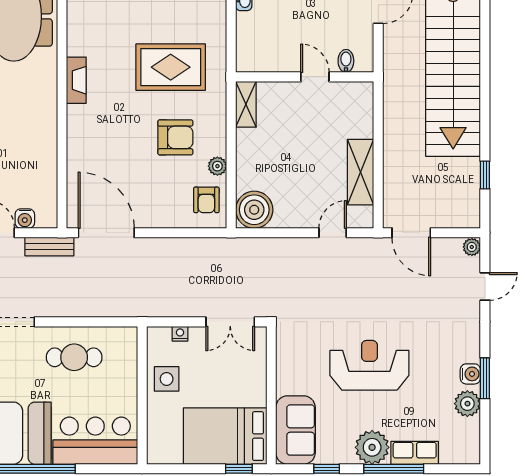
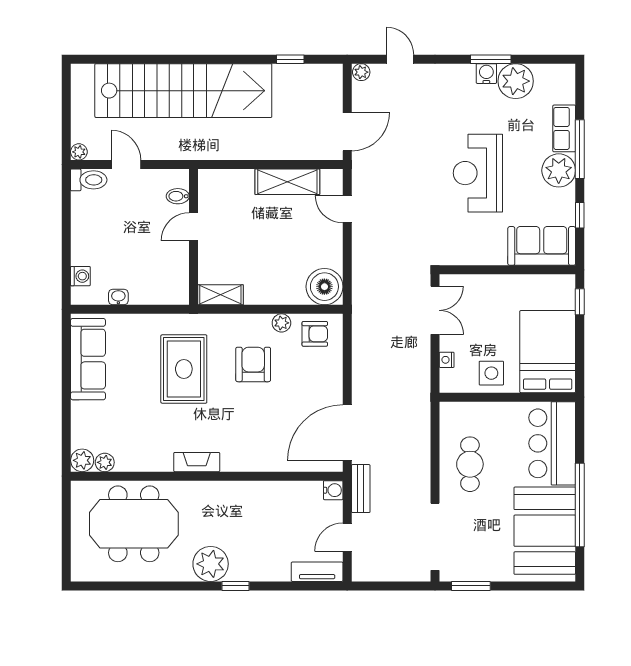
water cooler: (25, 219) -> (333, 490), moved
plant: (467, 404) -> (516, 81), width x1.36, depth x1.36
bed: (225, 436) -> (548, 352), moved, turned 180

